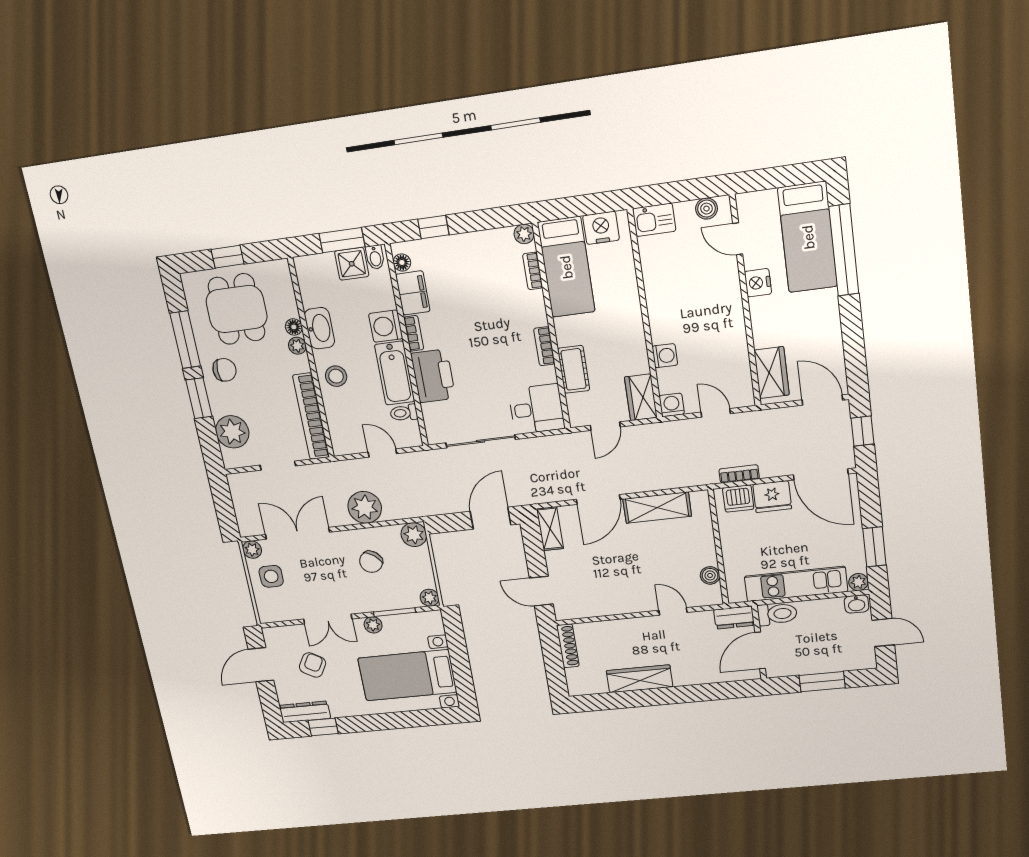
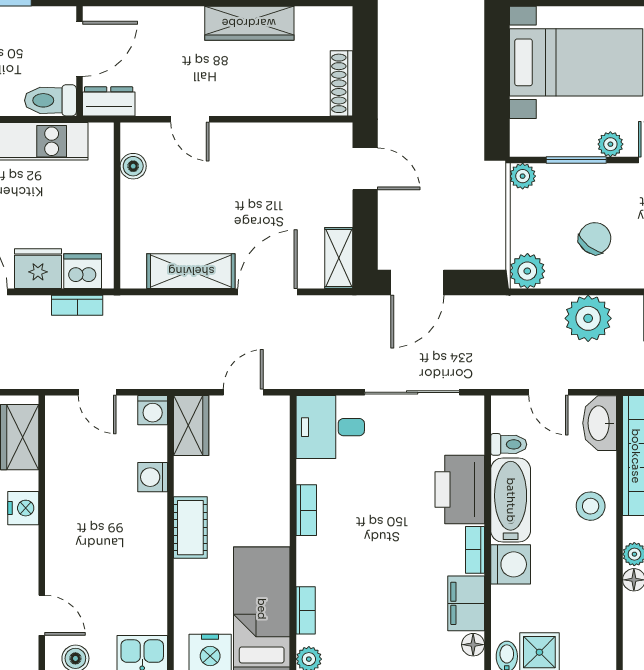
nightstand: (758, 283) -> (23, 508), moved
washbasin: (319, 328) -> (600, 423), moved
cot: (574, 369) -> (190, 528), moved

